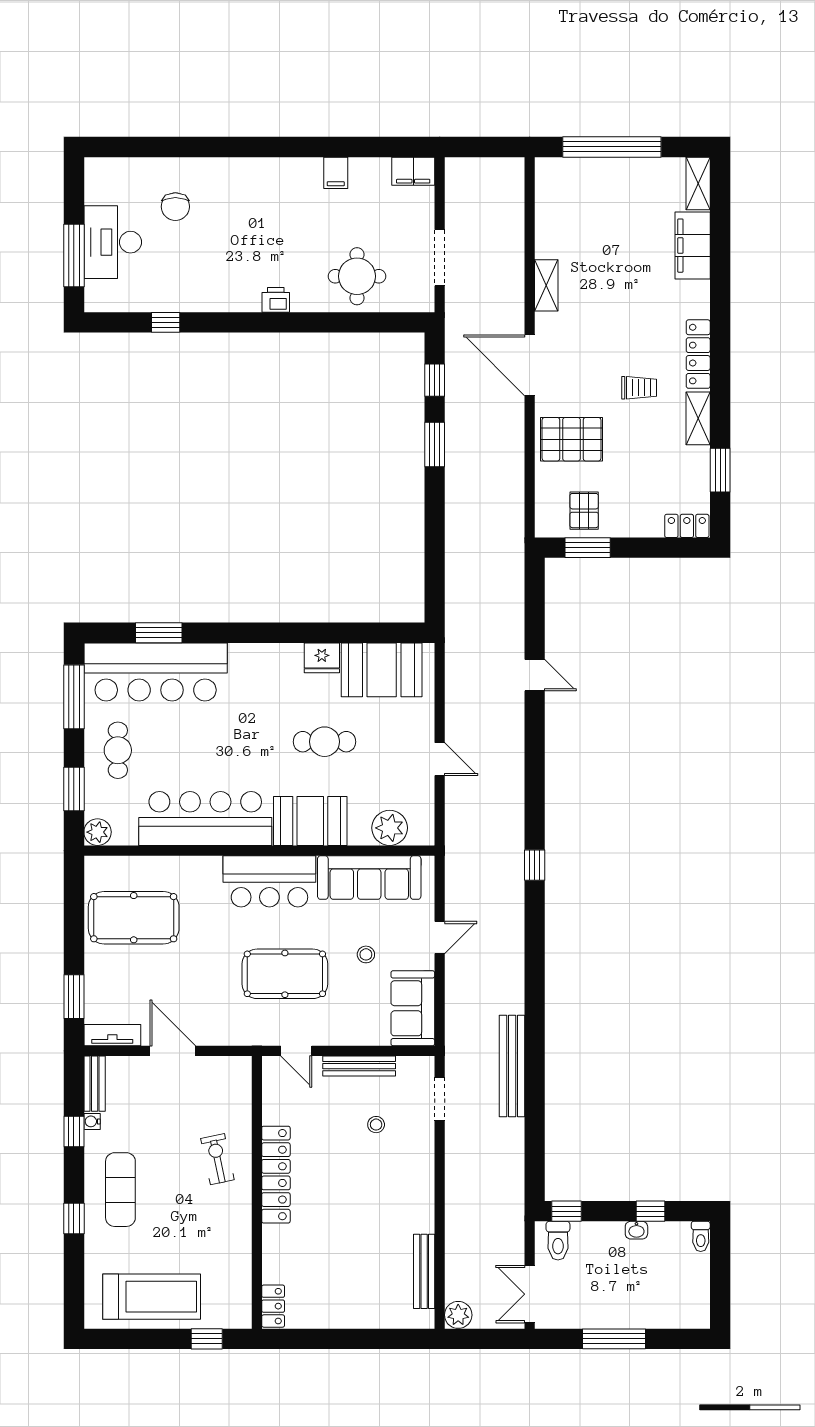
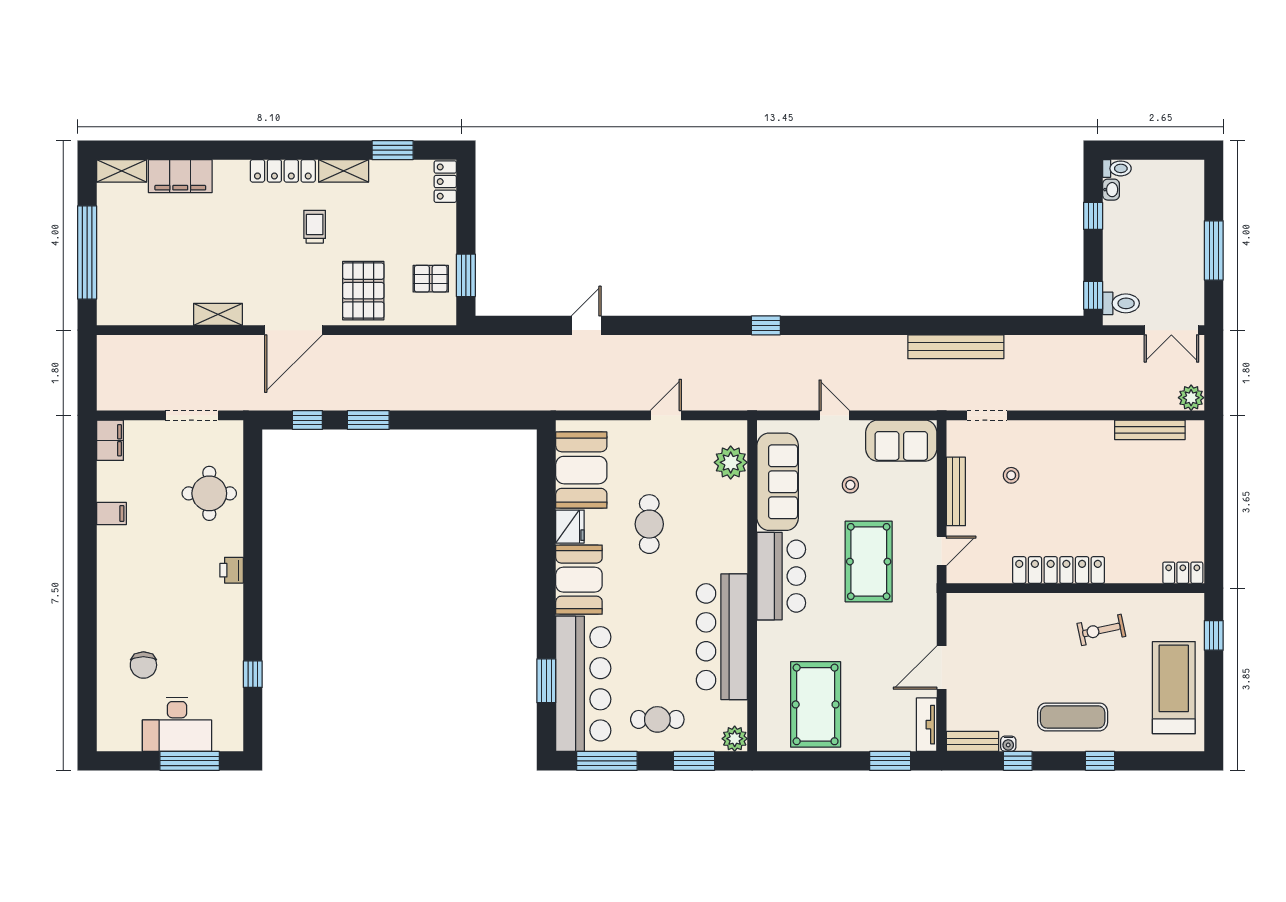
chair: (175, 207) -> (143, 665), turned 90
booth: (310, 821) -> (579, 580), moved
exercise bike: (217, 1159) -> (1101, 630), moved
washbasin: (636, 1230) -> (1111, 190), moved

